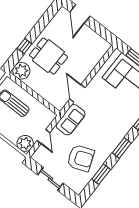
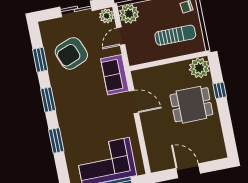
door: (80, 14) -> (188, 171), moved
door: (43, 137) -> (121, 36), hinge flipped
plant: (38, 156) -> (107, 16), added

